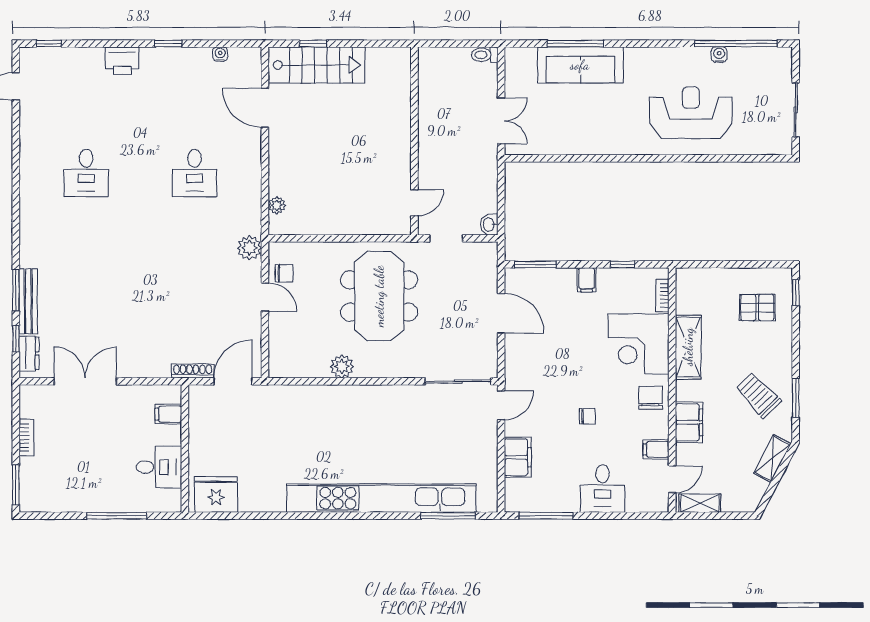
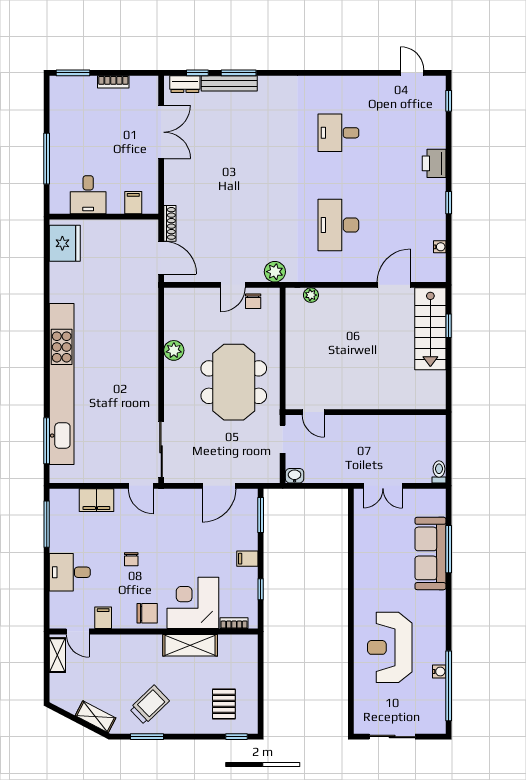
reception desk: (691, 113) -> (390, 647), turned 180
desk: (195, 173) -> (338, 225), width x1.37
meeting table: (379, 296) -> (234, 382), turned 90
filing cabinet: (689, 422) -> (126, 646), removed

